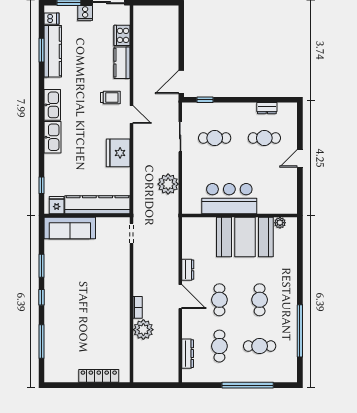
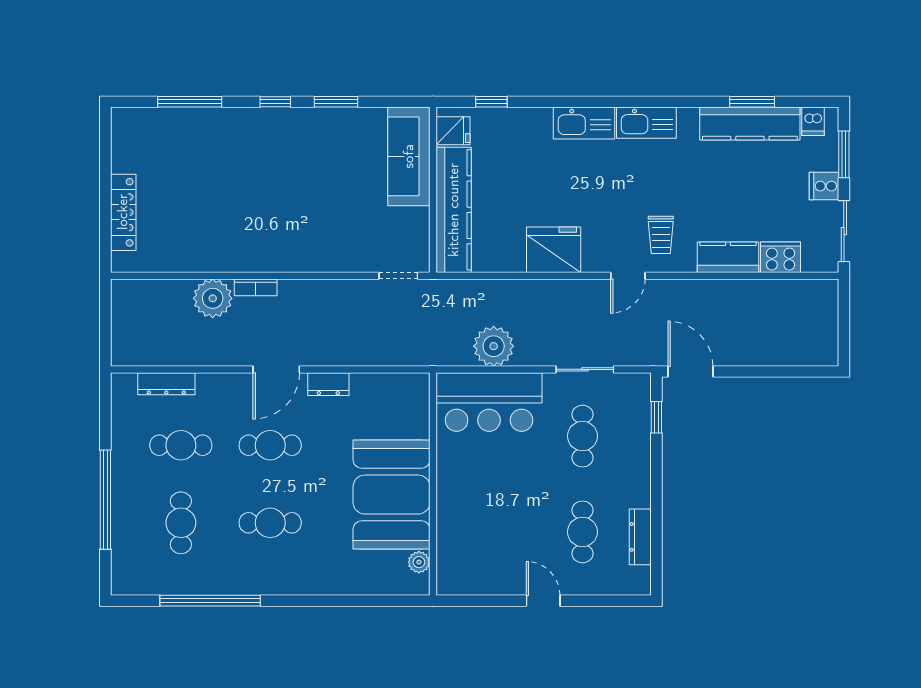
dresser: (267, 108) -> (640, 537), width x1.44
bar counter: (229, 199) -> (489, 402), moved, turned 90

